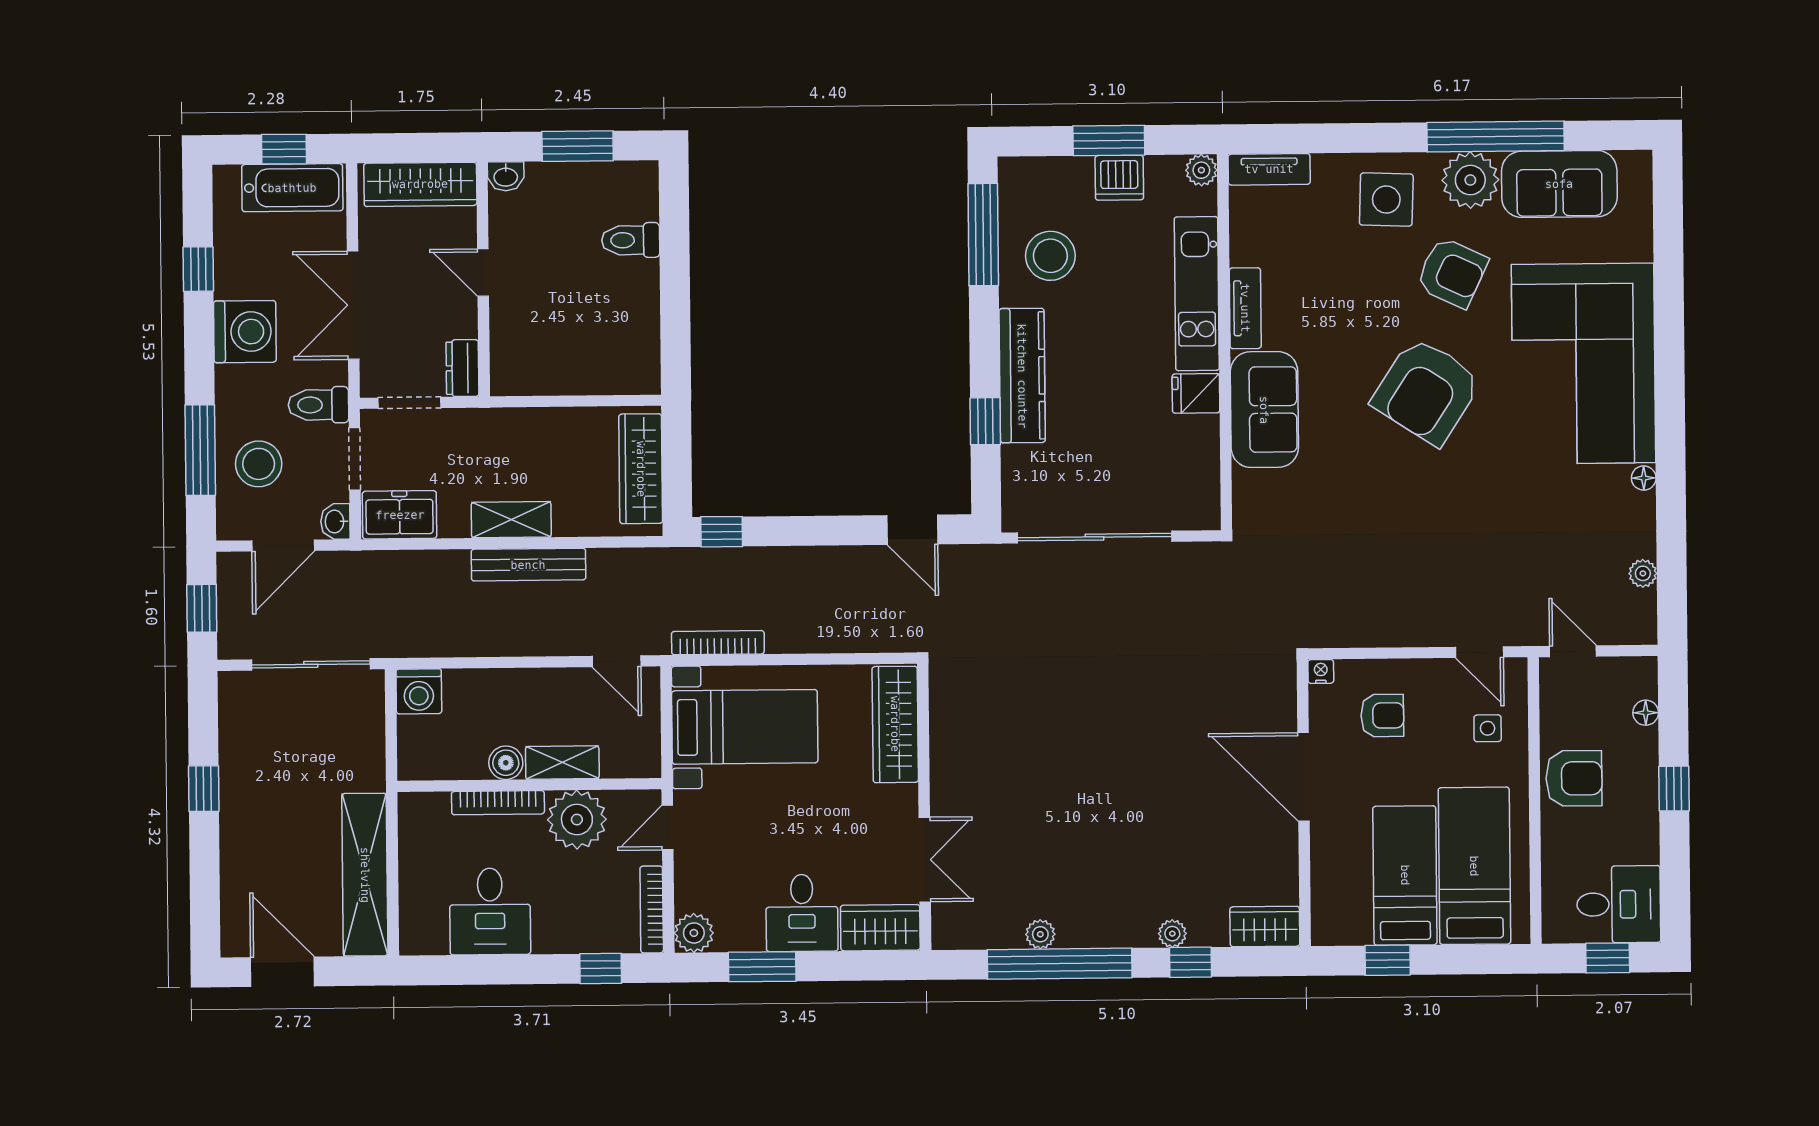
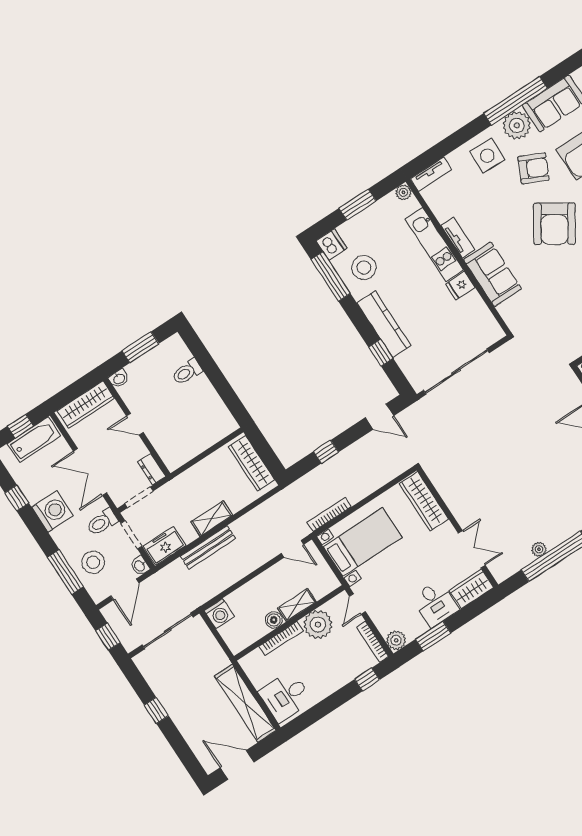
dishwasher: (1119, 178) -> (331, 244), moved, turned -90
window: (722, 532) -> (326, 452), moved
bench: (528, 565) -> (208, 547), moved
desk: (490, 911) -> (286, 696), moved, turned 90

